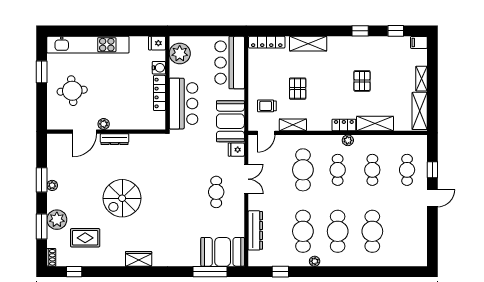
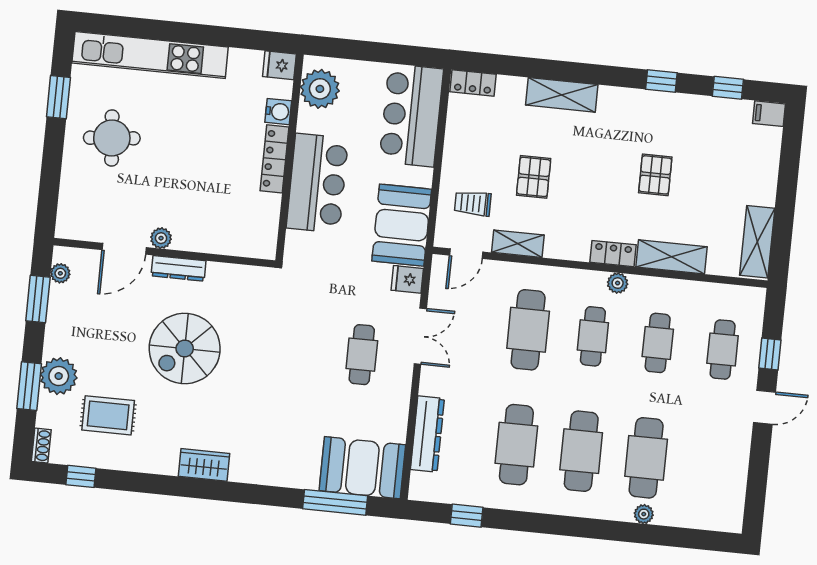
locker: (267, 42) -> (473, 83), width x0.66
shelving: (421, 79) -> (767, 182), removed
plant: (104, 124) -> (161, 238), moved
door: (85, 132) -> (124, 249), moved
wall: (106, 132) -> (164, 253), moved
dresser: (115, 139) -> (179, 268), moved
plant: (52, 185) -> (60, 273), moved
plant: (315, 261) -> (644, 514), moved

